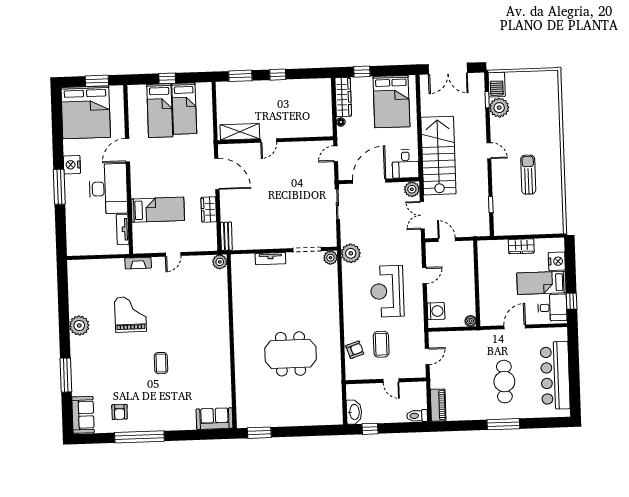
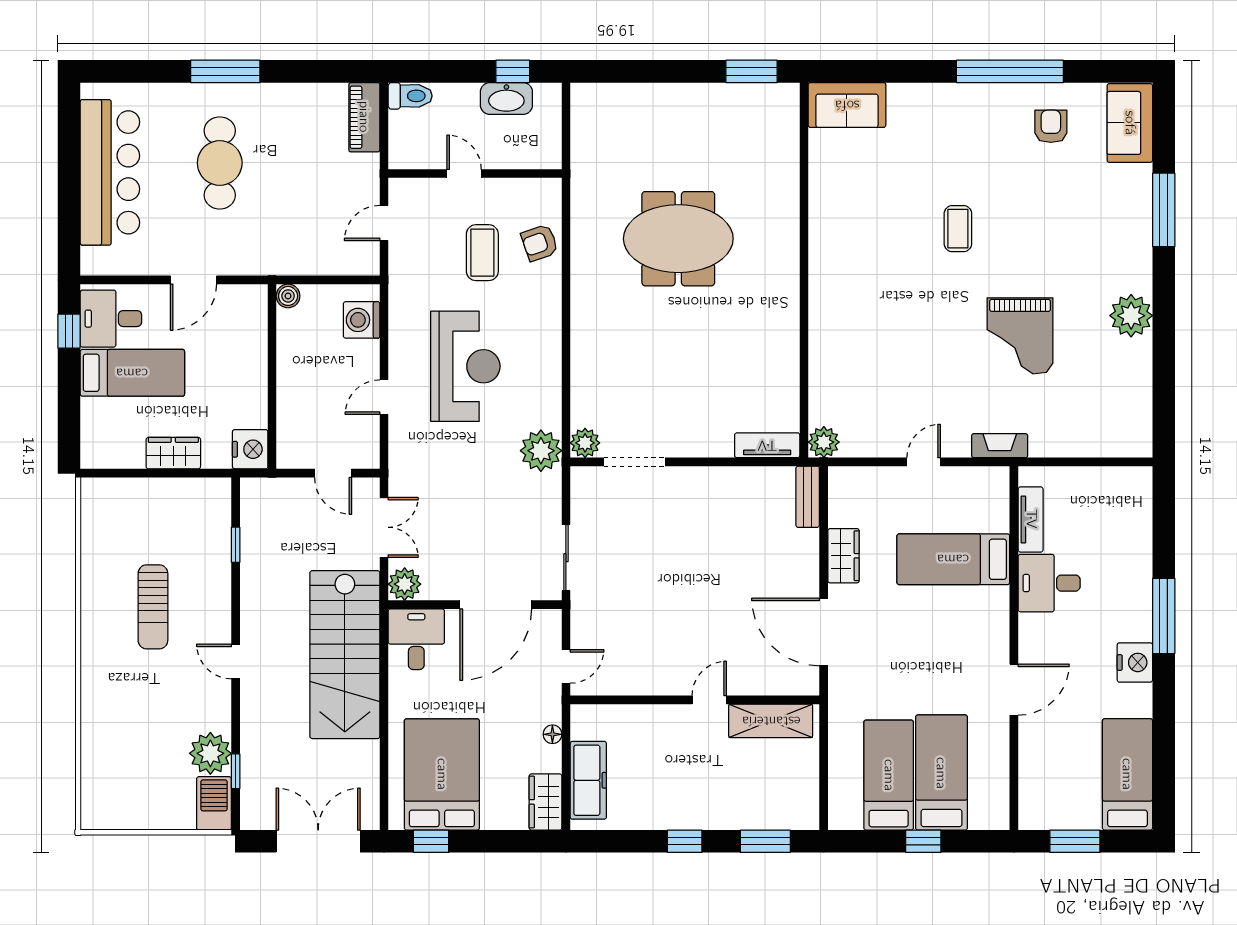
window: (362, 72) -> (431, 841), moved
wardrobe: (343, 97) -> (545, 802), width x0.67
freezer: (323, 101) -> (588, 780), added
bed: (86, 112) -> (1127, 774), width x0.49
desk: (108, 189) -> (1049, 583), width x0.53, depth x0.77
tv unit: (270, 259) -> (767, 445), moved
nightstand: (557, 261) -> (250, 449), moved, turned 180
washbasin: (354, 412) -> (506, 98), moved, turned -90

